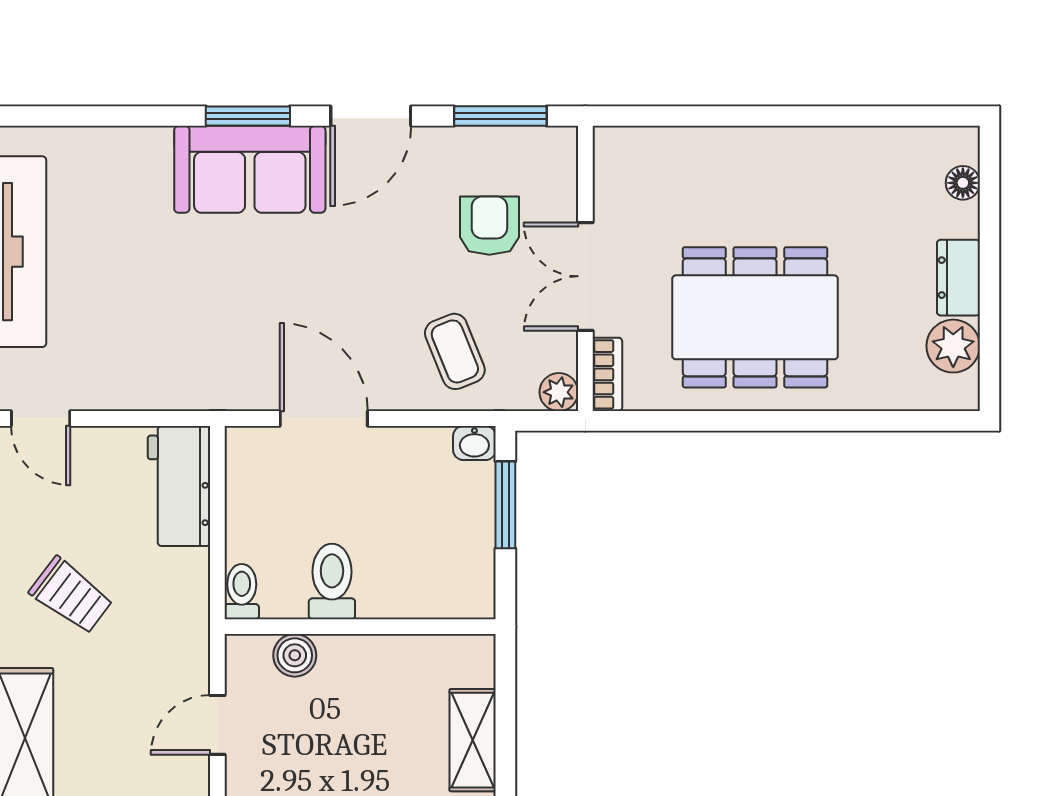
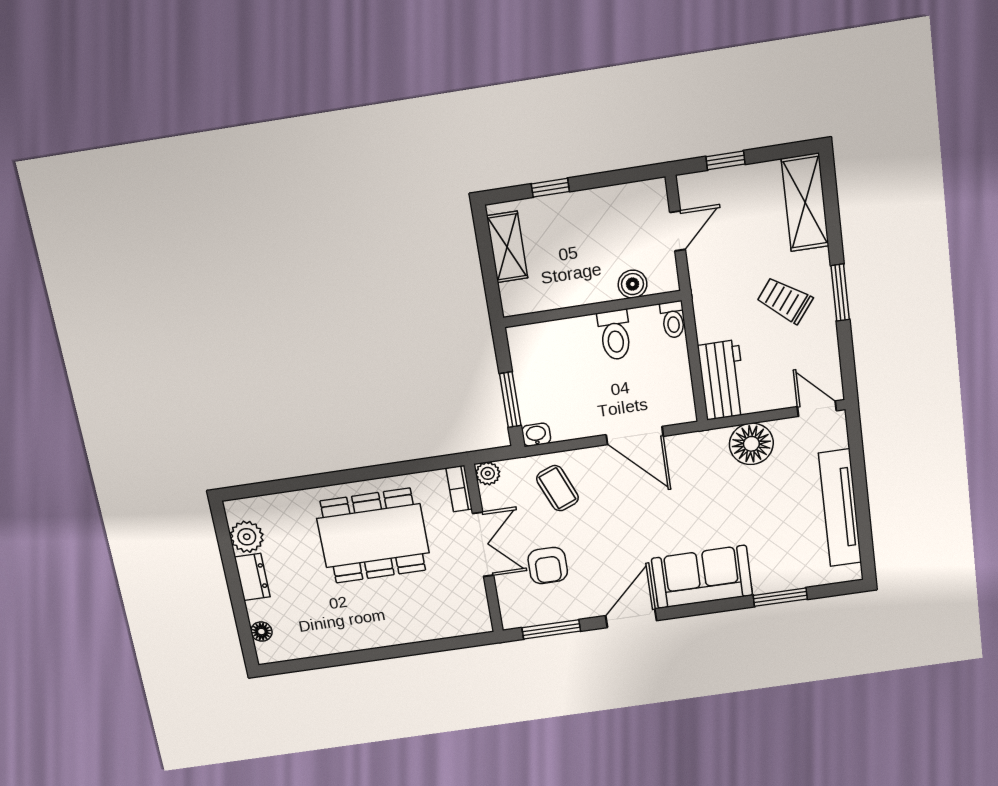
window: (248, 116) -> (780, 597), moved
floor lamp: (147, 378) -> (751, 444), added

